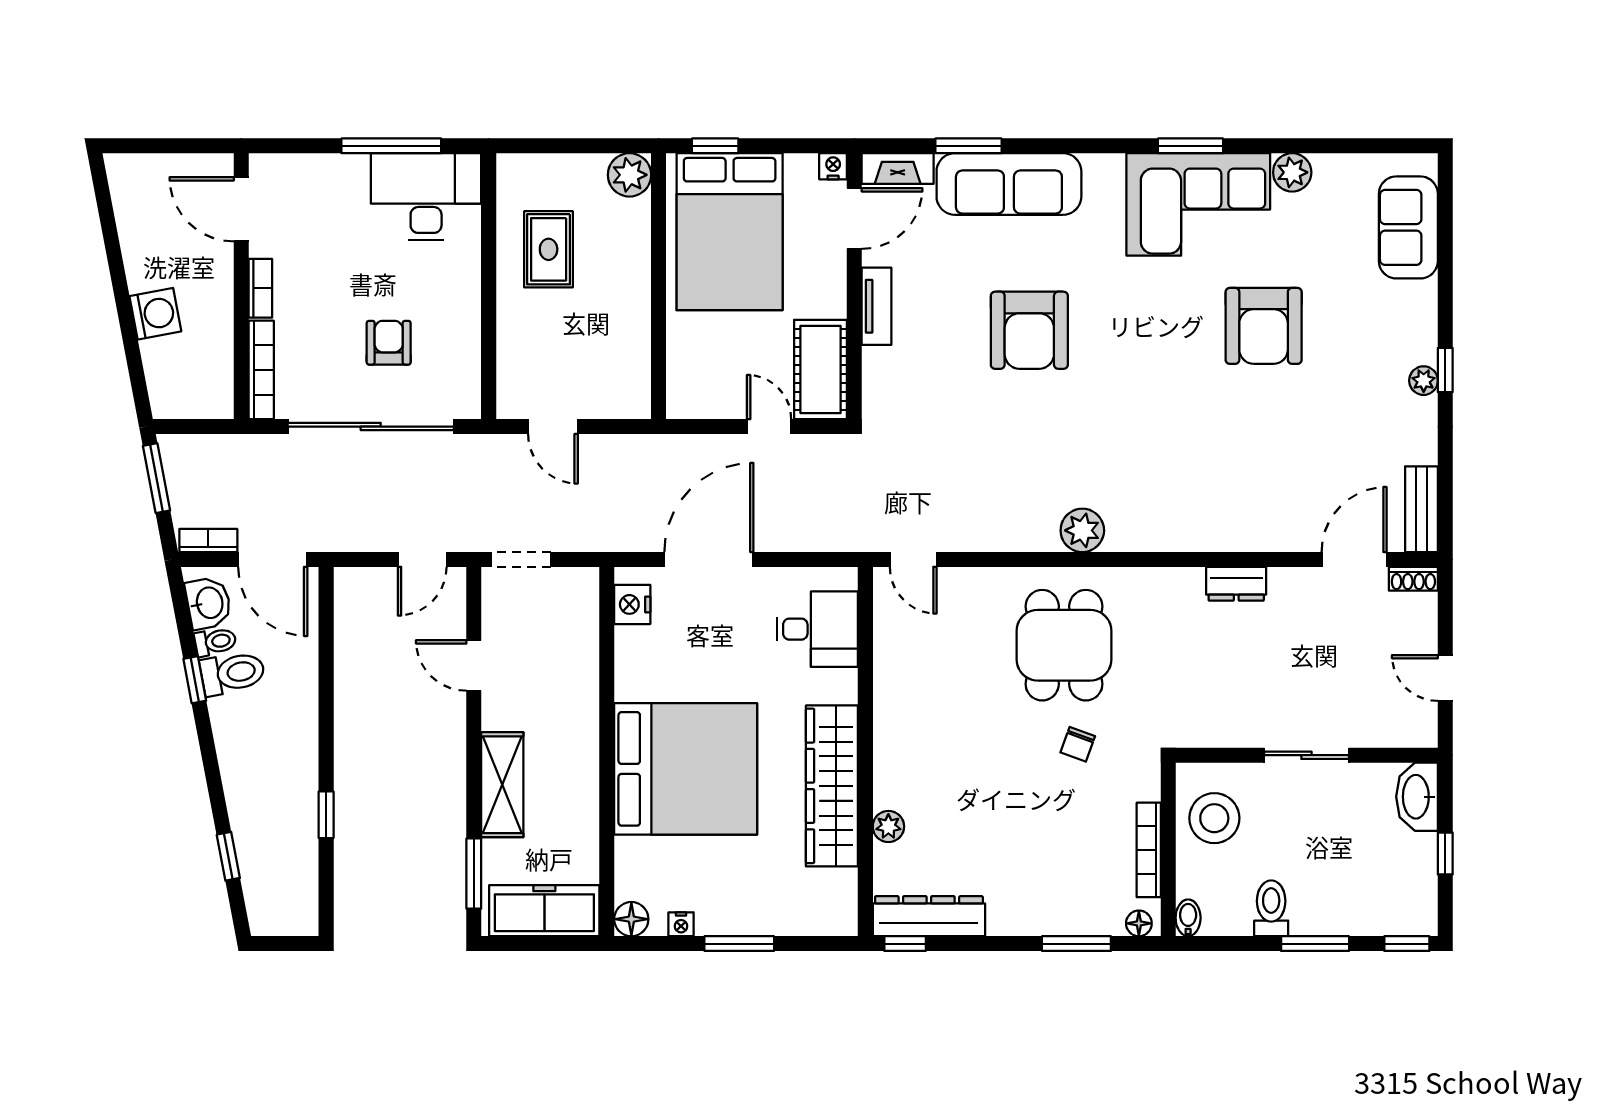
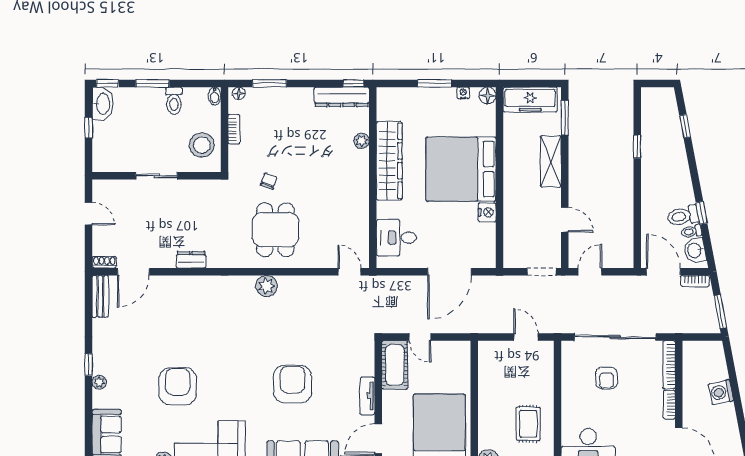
plant: (1424, 381) -> (99, 382), moved
nightstand: (632, 604) -> (487, 212), moved
washbasin: (1417, 797) -> (102, 104), moved
bookcase: (1149, 850) -> (234, 129), width x0.64

